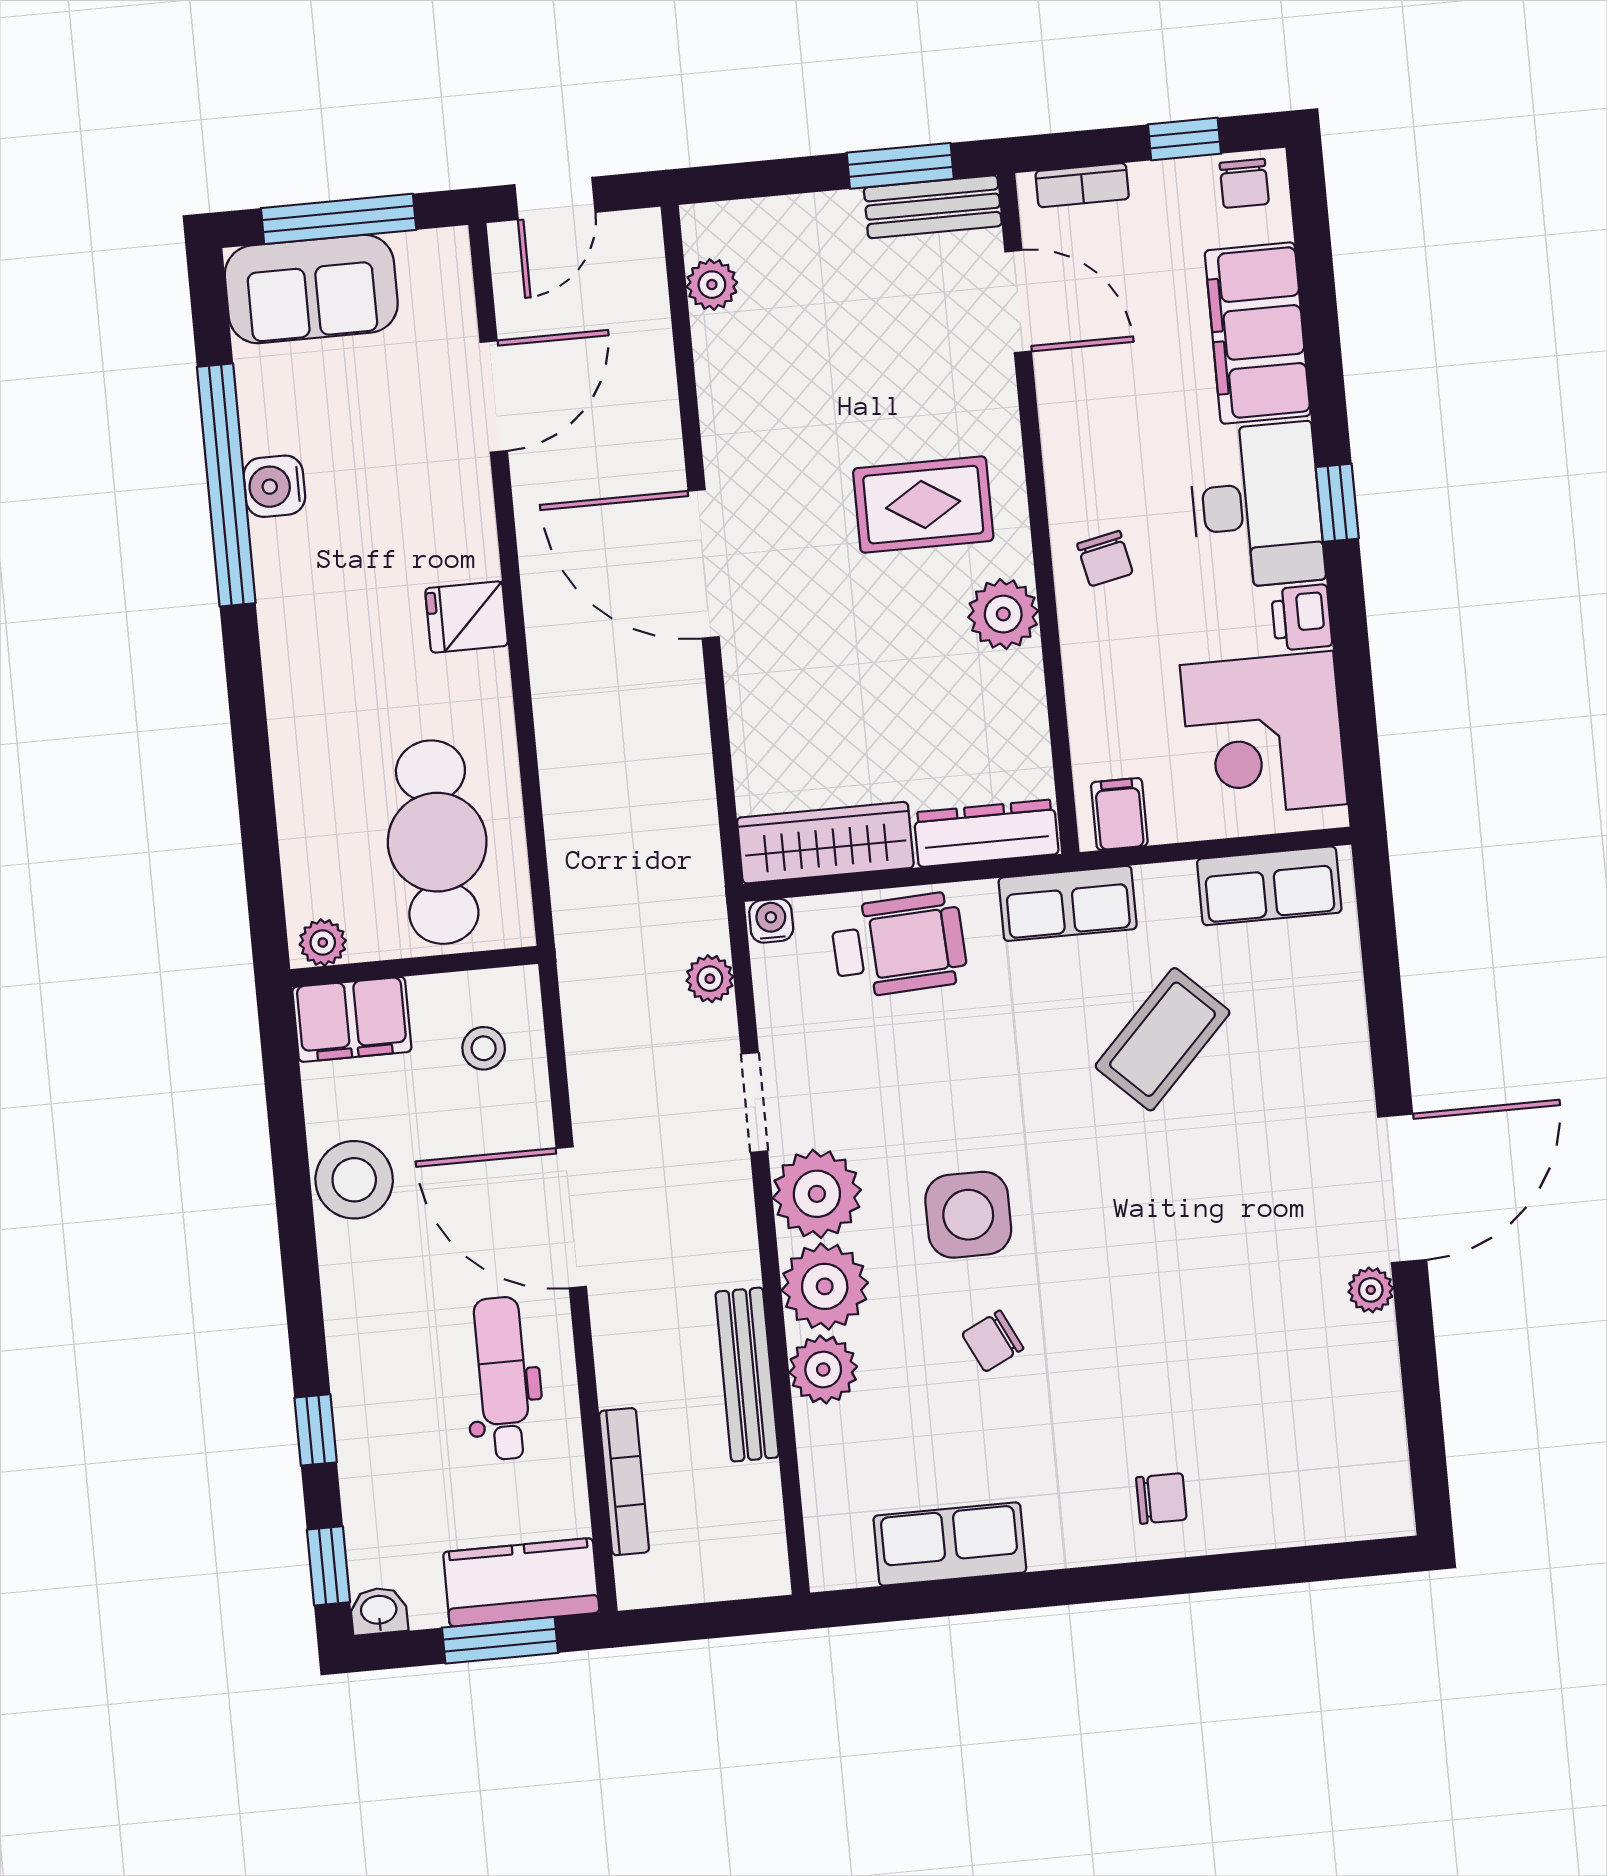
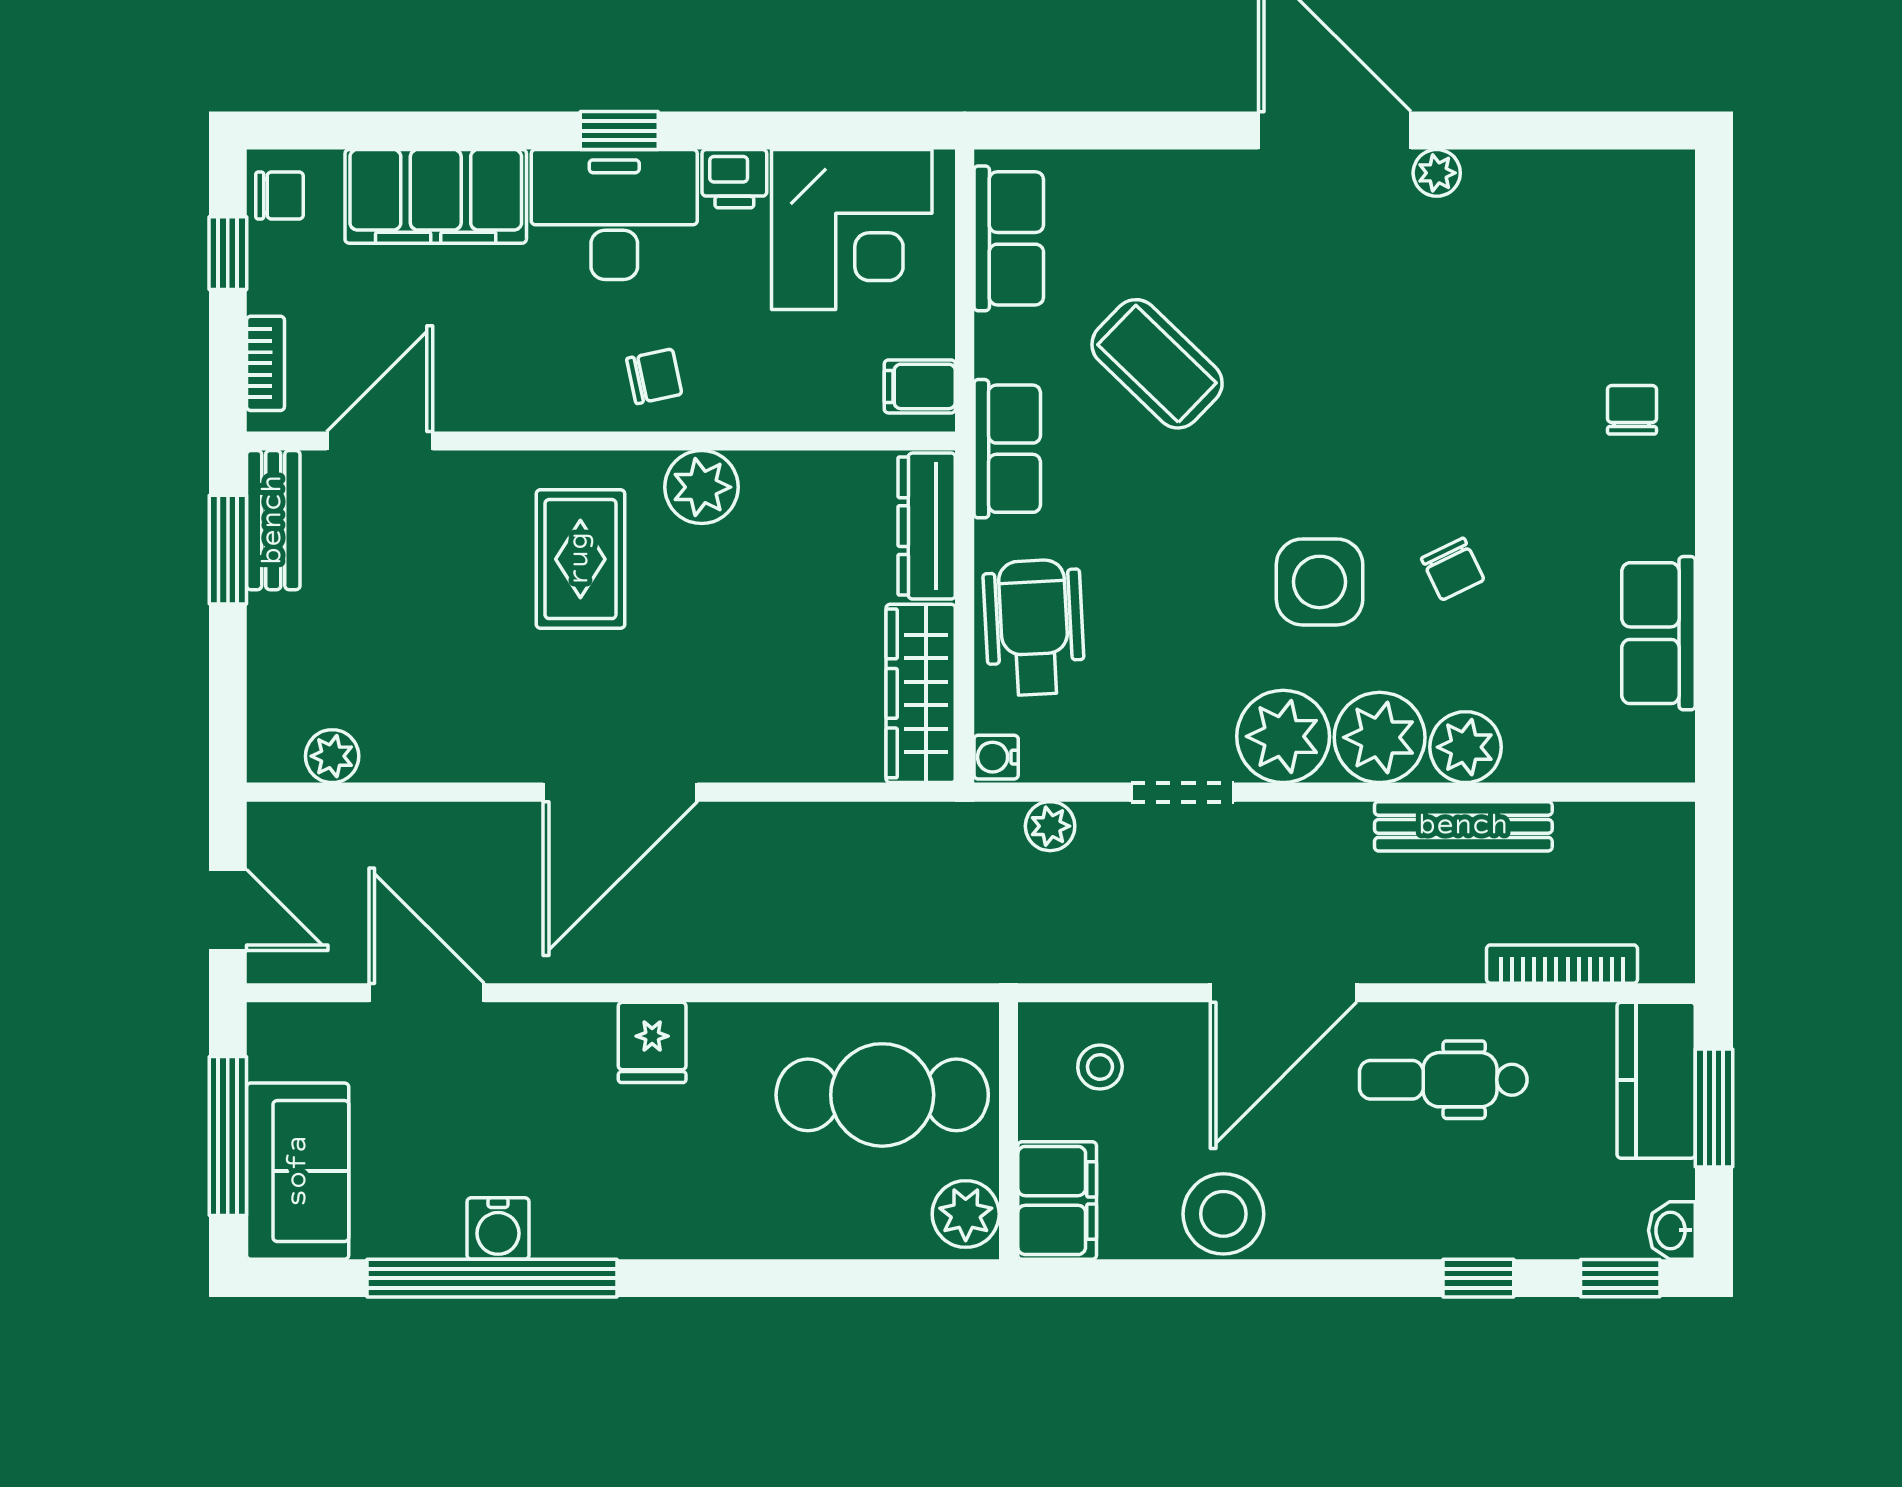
plant: (323, 943) -> (966, 1214), width x1.38, depth x1.38

